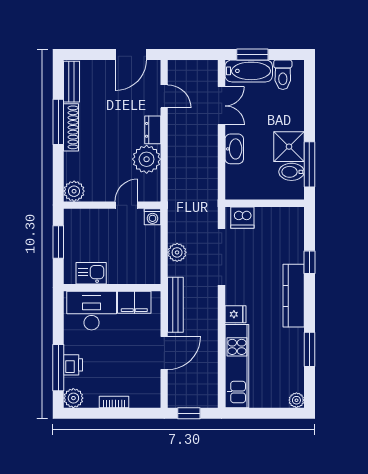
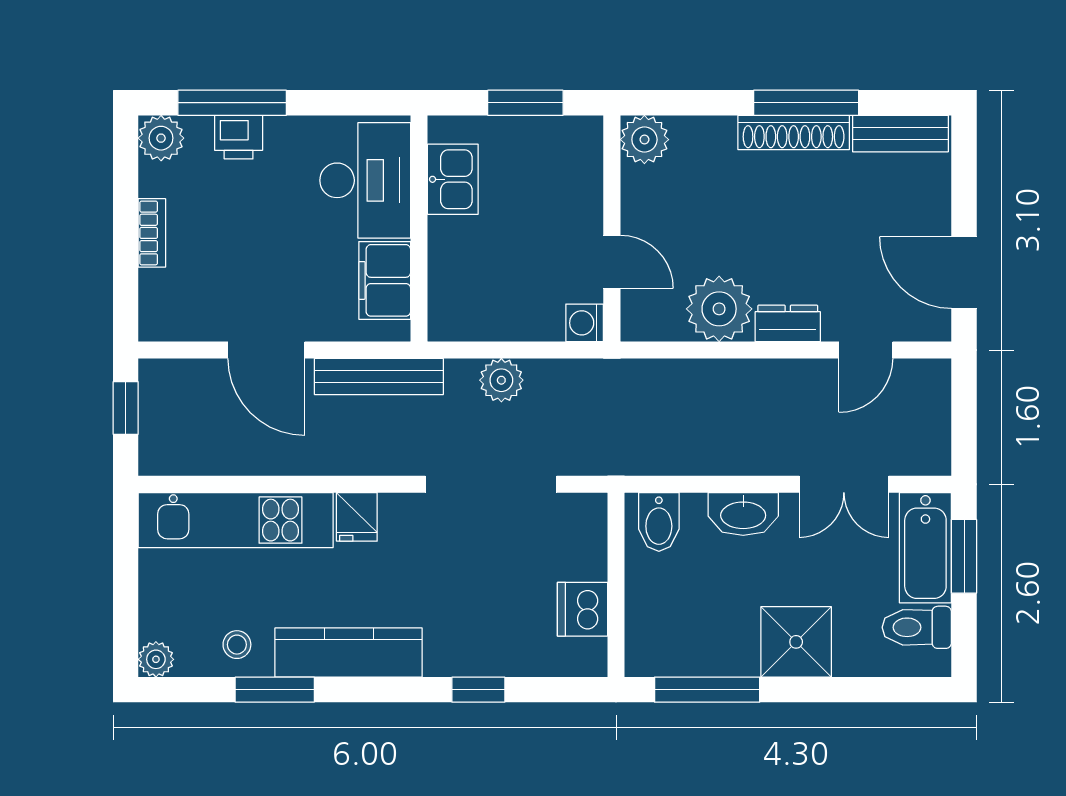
shower: (289, 147) -> (796, 642), moved
bidet: (291, 172) -> (659, 522), moved, turned 180
dishwasher: (242, 218) -> (583, 609), moved
kitchen counter: (294, 296) -> (349, 653), moved
stool: (290, 366) -> (237, 645), added

